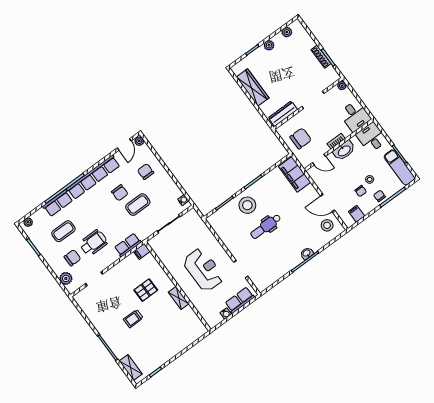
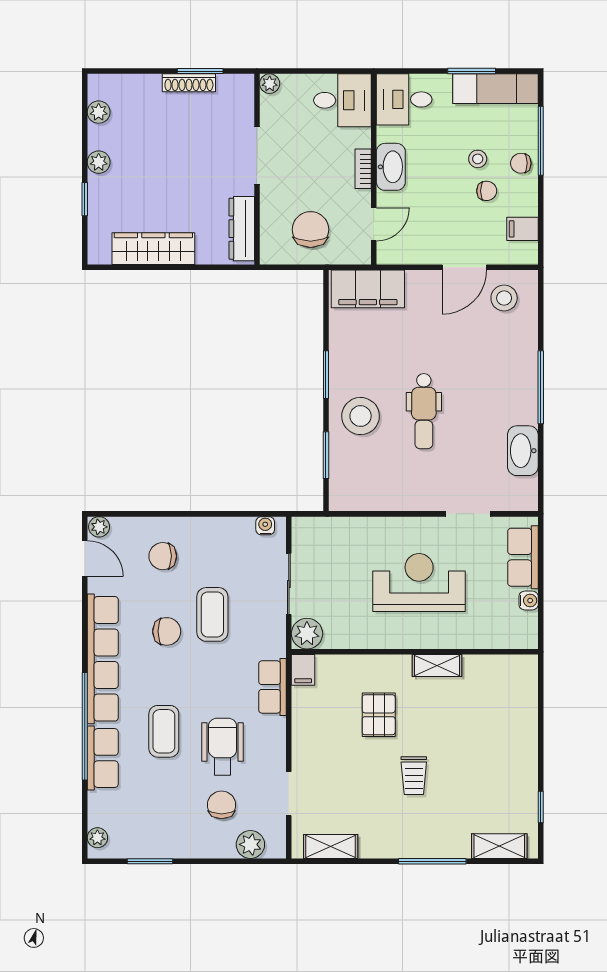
coffee table: (63, 231) -> (164, 731), moved
plant: (156, 243) -> (307, 634), added
washbasin: (307, 253) -> (523, 451), moved, width x1.91, depth x1.45
shelving: (86, 308) -> (331, 846), added

